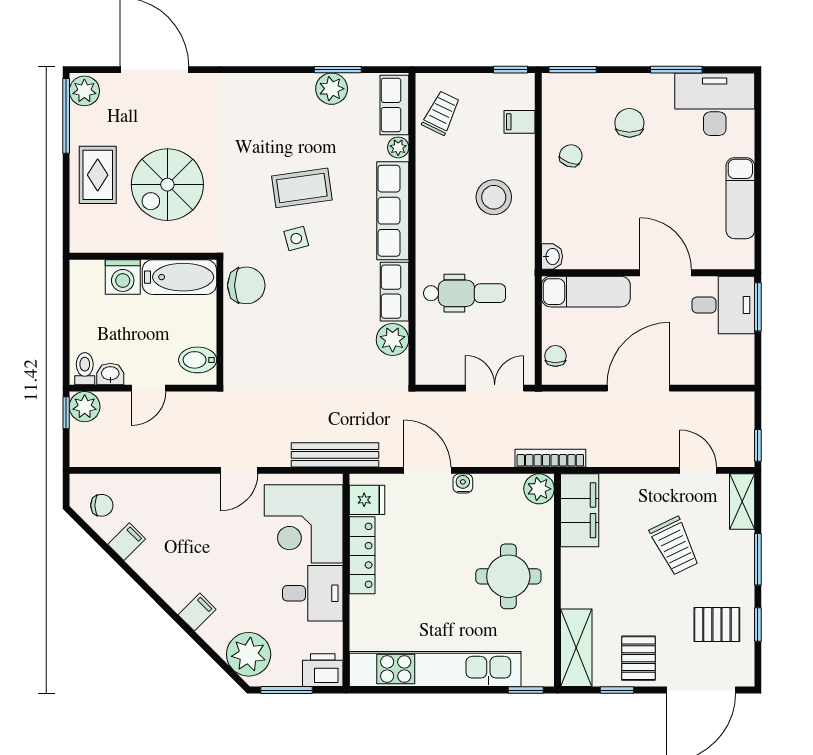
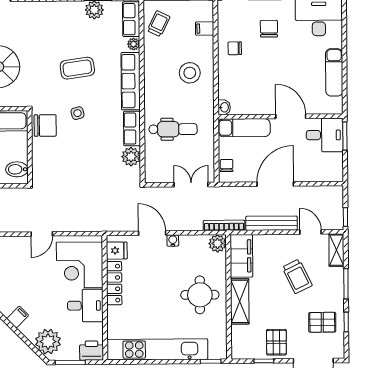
chair: (571, 156) -> (235, 48), turned -111
side table: (296, 239) -> (78, 113), moved
bench: (335, 455) -> (271, 223), moved
shelving: (576, 648) -> (240, 301), moved

